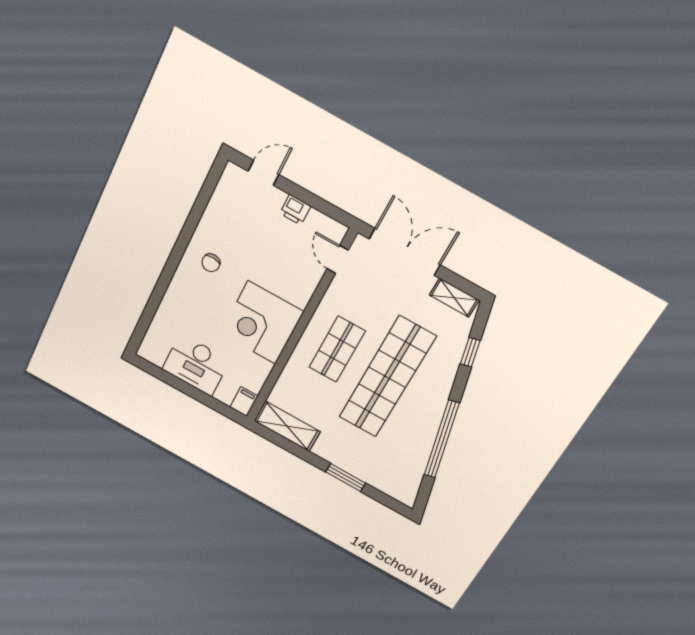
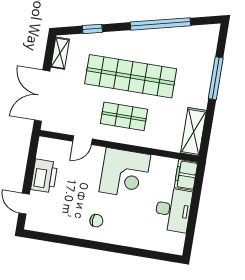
printer: (295, 210) -> (44, 176), width x1.87, depth x1.48
door: (338, 259) -> (82, 140), moved
filing cabinet: (244, 402) -> (186, 175), width x2.00
window: (346, 478) -> (216, 78), width x1.44

